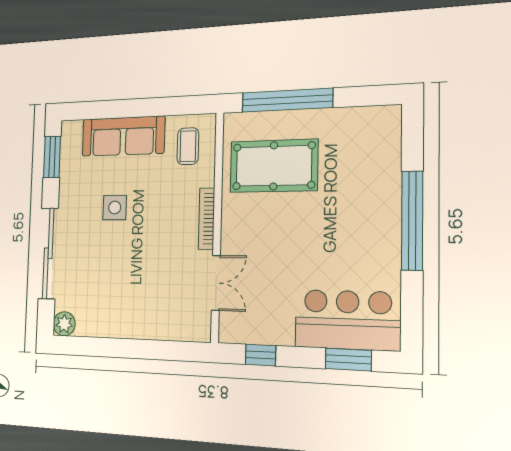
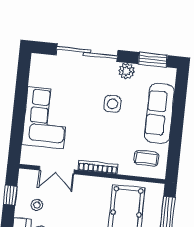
corner sofa: (141, 307) -> (46, 118), added
stool: (272, 310) -> (37, 205), added
plant: (64, 324) -> (126, 71), moved

